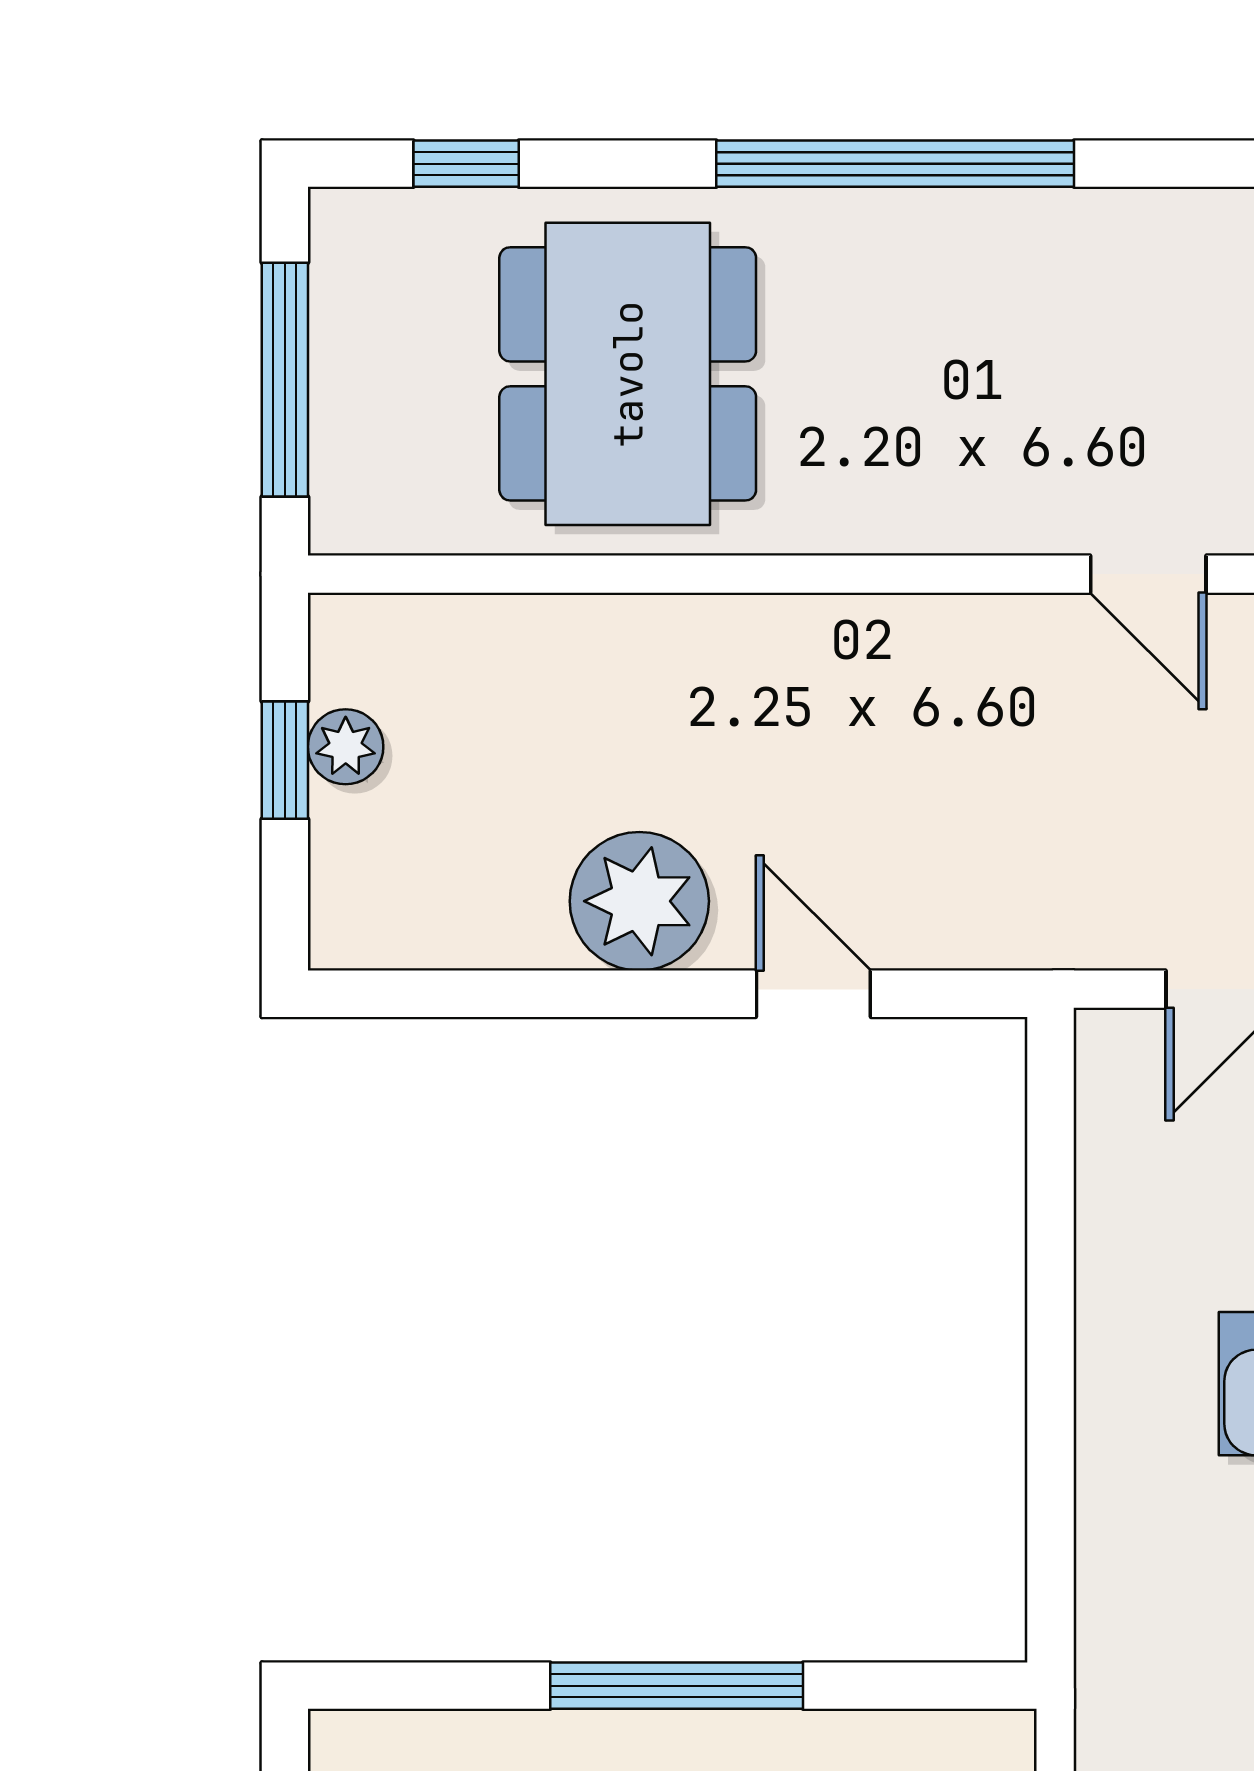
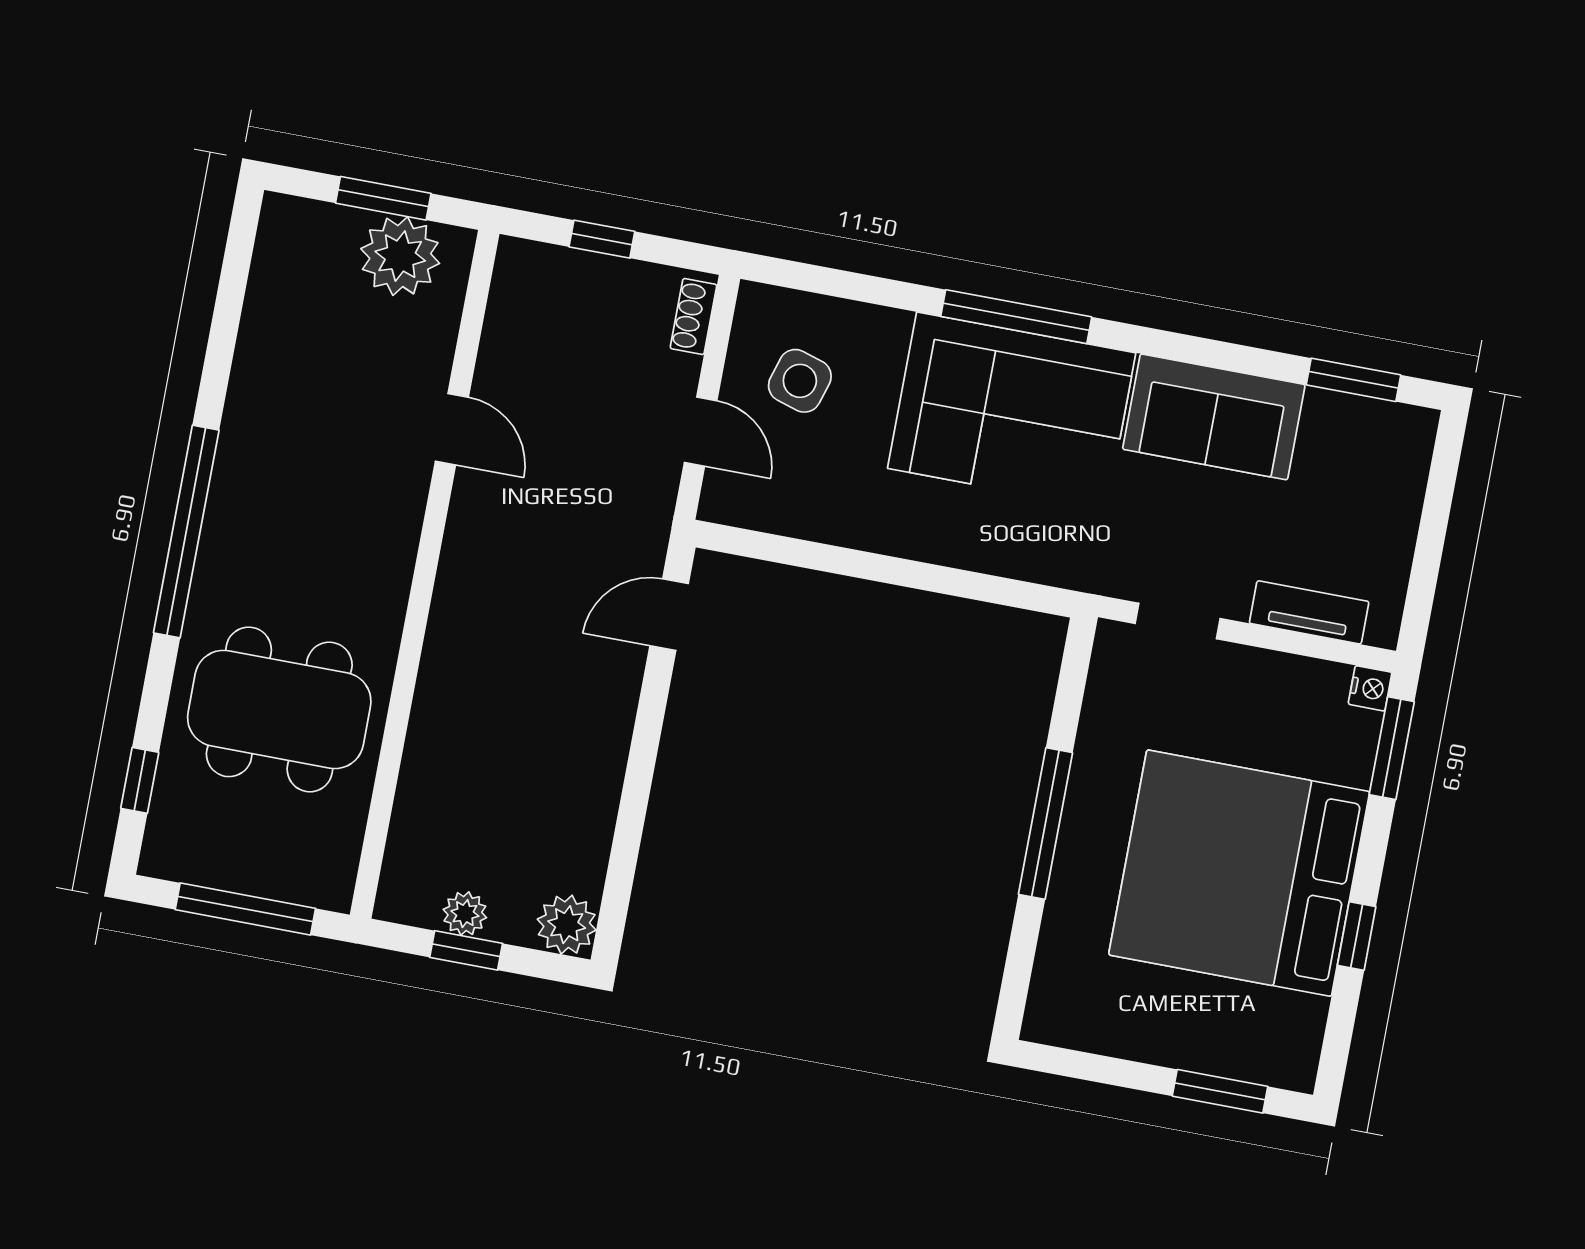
door: (1148, 574) -> (452, 429), hinge flipped
plant: (639, 901) -> (567, 925), moved, width x0.73, depth x0.73
door: (813, 994) -> (669, 615), moved

